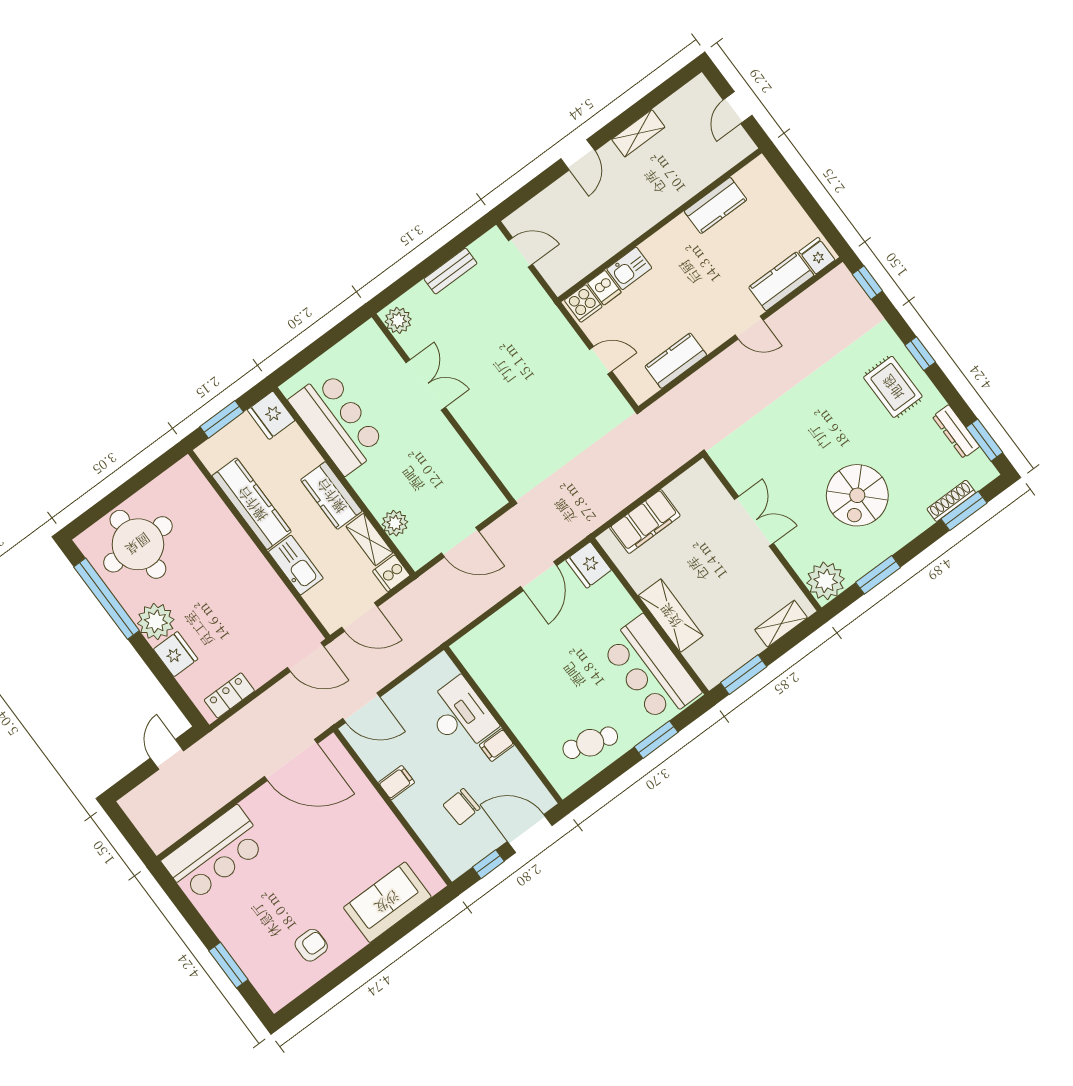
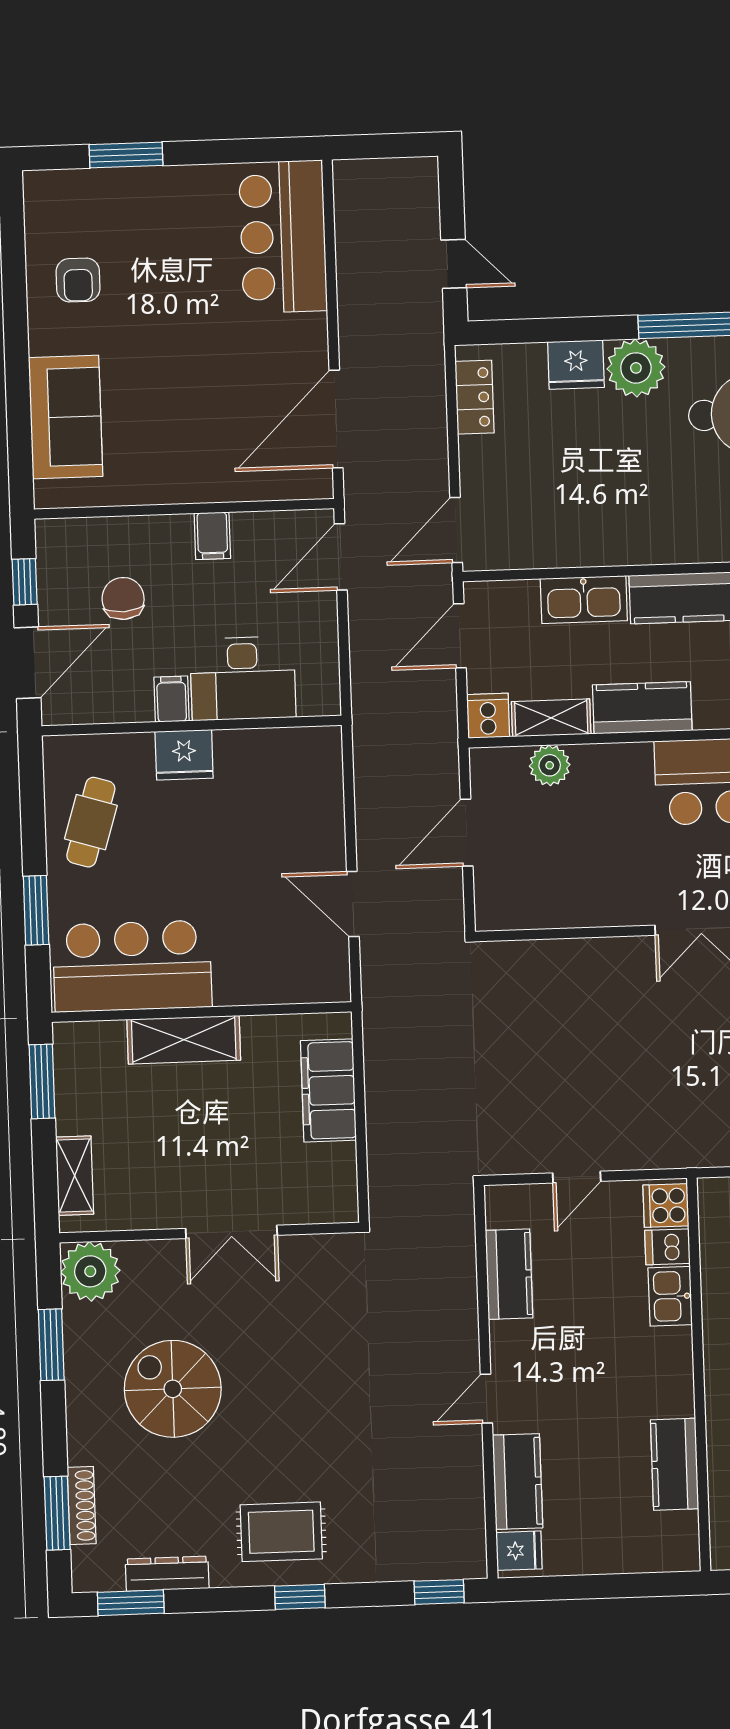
fridge: (589, 565) -> (184, 755), moved, turned 180

